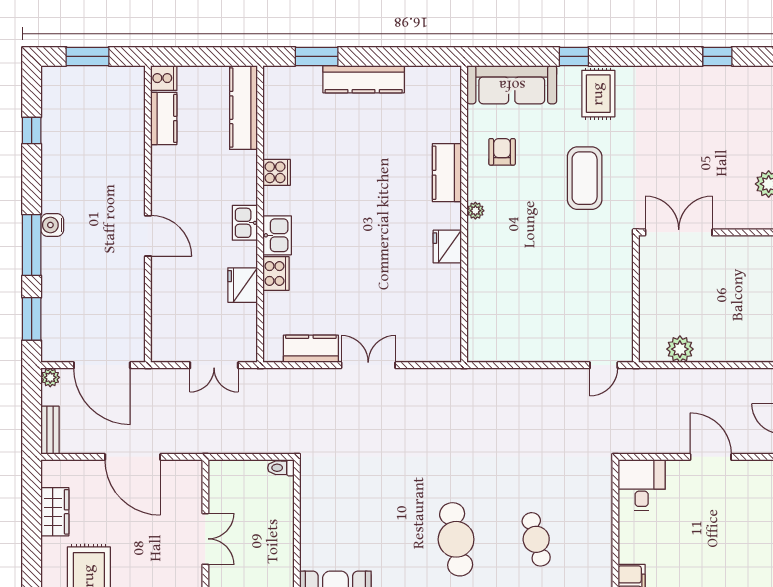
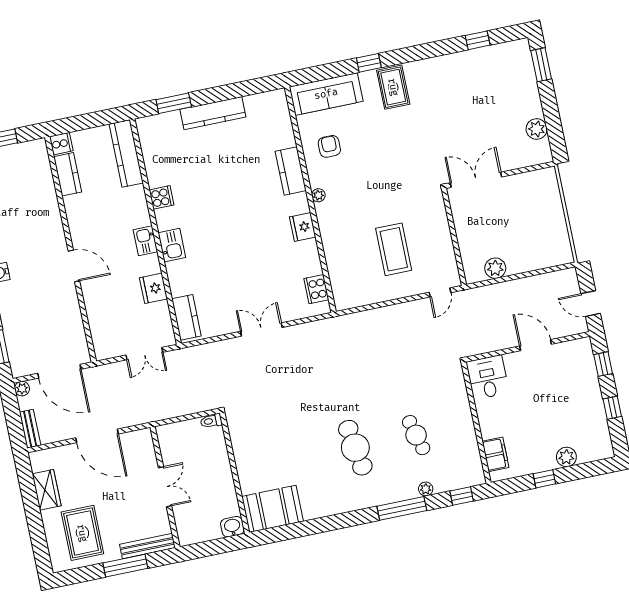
coffee table: (585, 178) -> (394, 249), moved
cooker: (276, 274) -> (316, 289), moved, turned 180
kitchen counter: (311, 349) -> (186, 317), moved, turned 90

